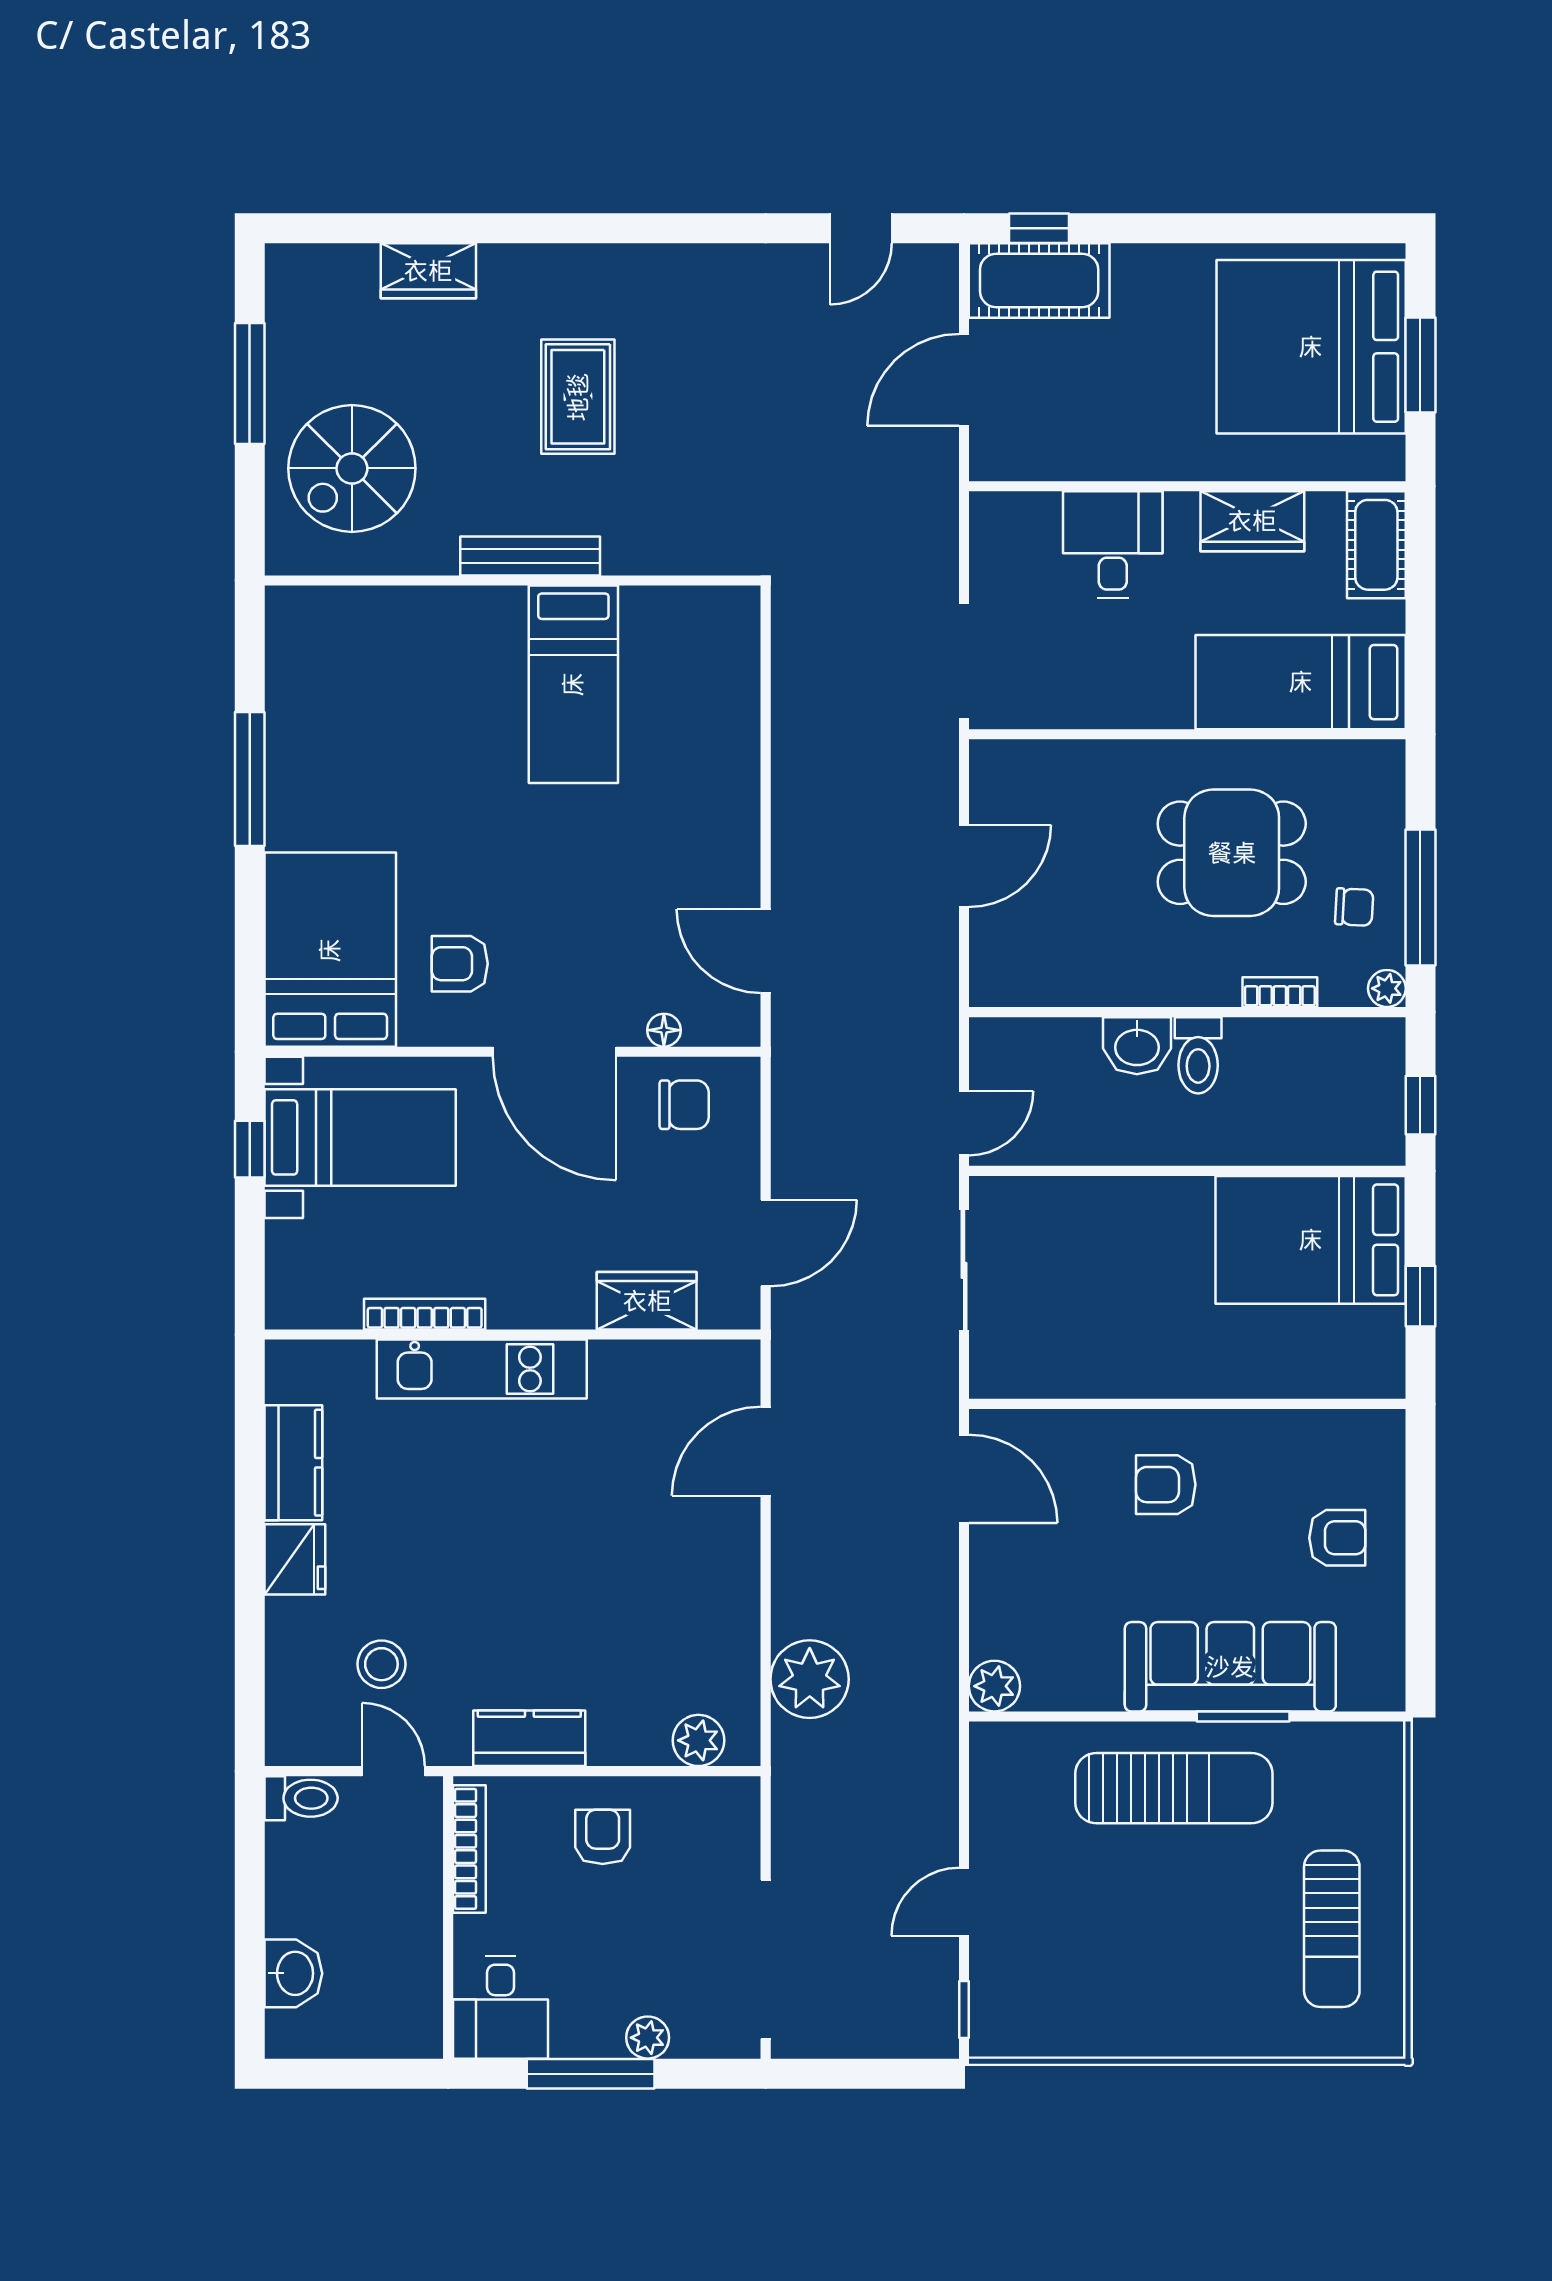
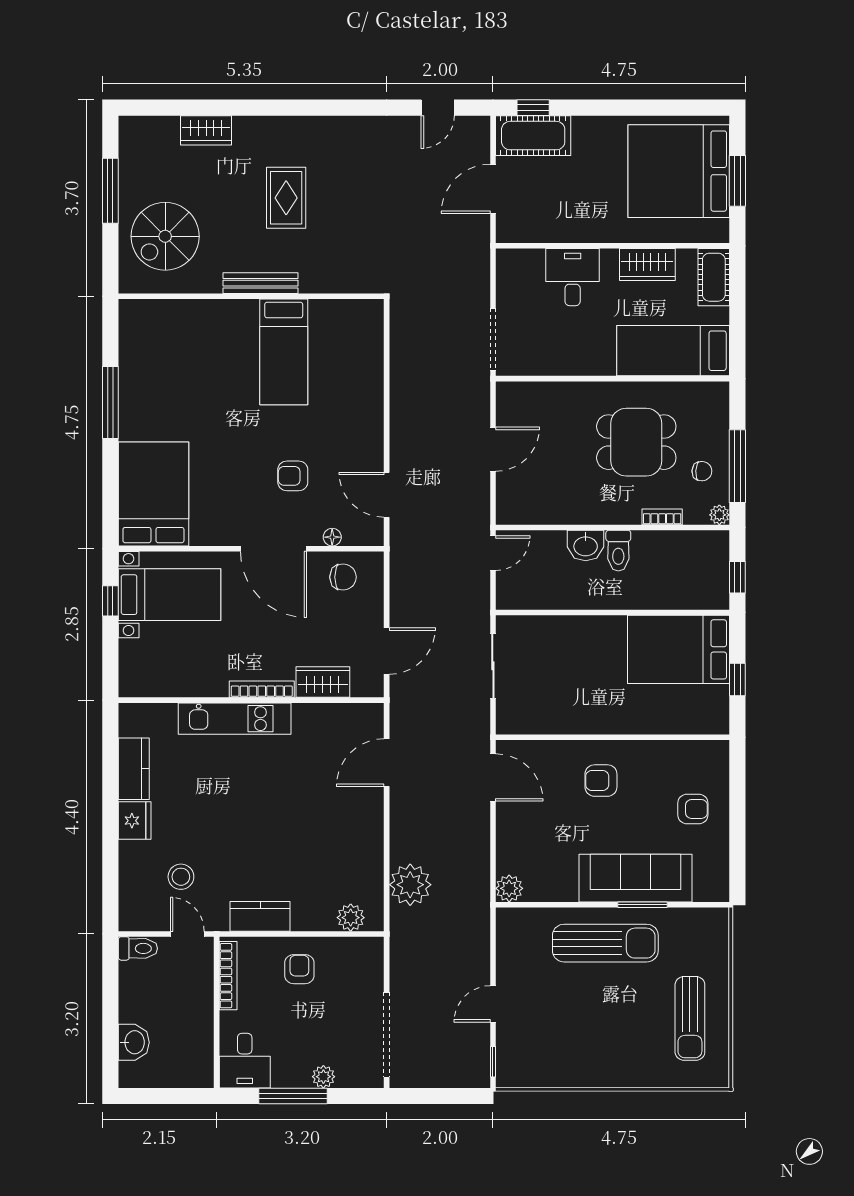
armchair: (460, 964) -> (293, 476), moved
door: (964, 1123) -> (493, 553), moved
bookcase: (425, 1314) -> (262, 689), moved

